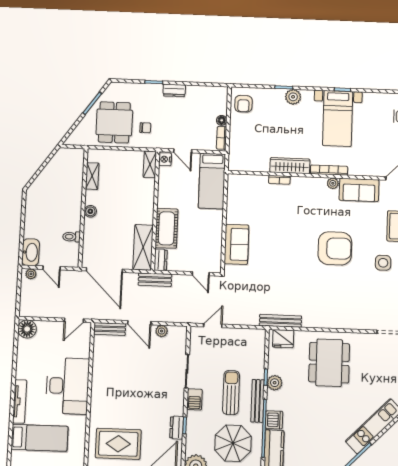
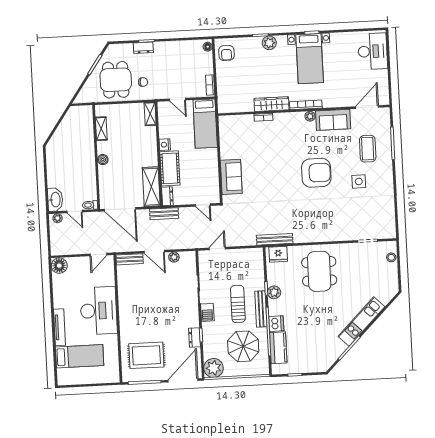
dresser: (174, 90) -> (143, 48), moved
floor lamp: (222, 120) -> (208, 47), moved
nightstand: (165, 159) -> (165, 145), moved
toilet: (72, 237) -> (90, 205), moved

